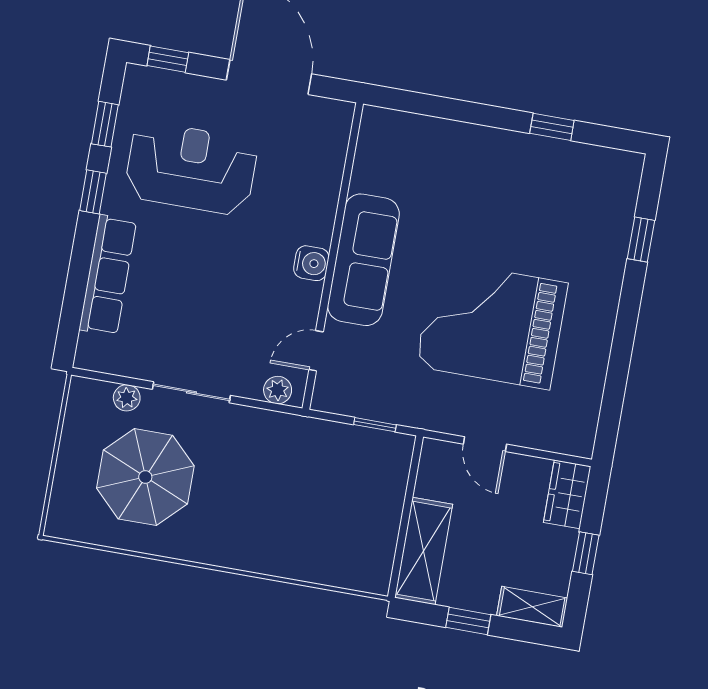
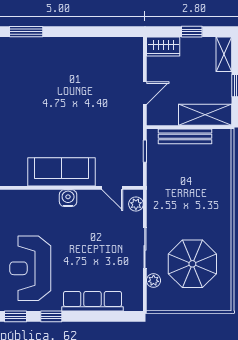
window: (641, 239) -> (26, 32), width x1.50
grand piano: (492, 325) -> (83, 100), removed
bench: (389, 506) -> (185, 136), added

